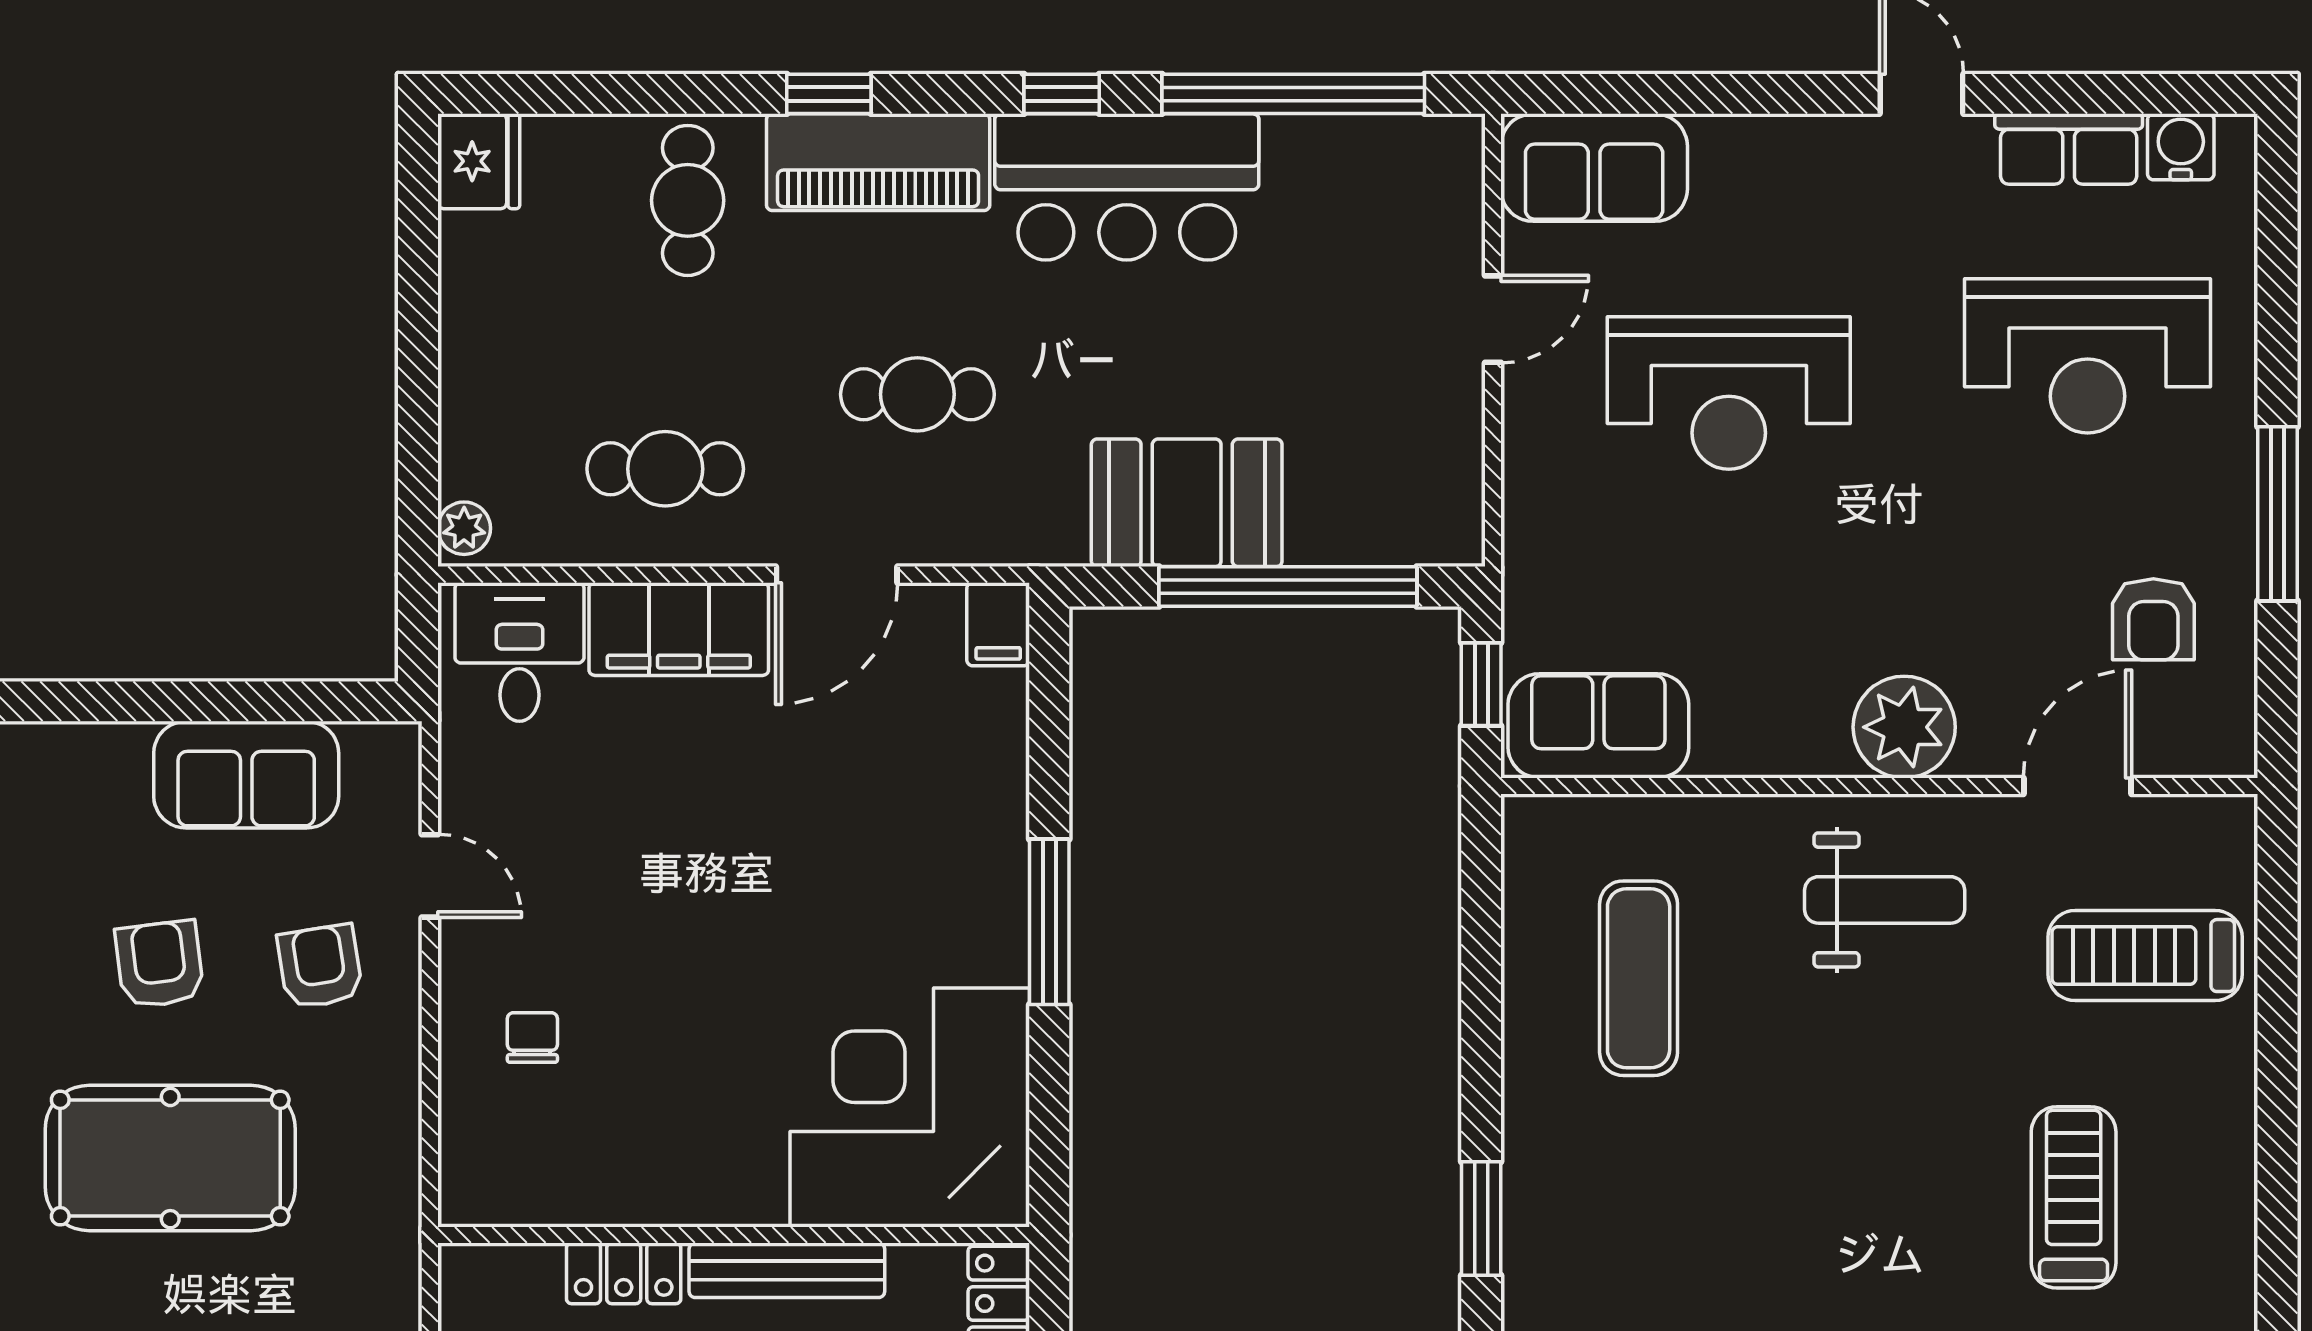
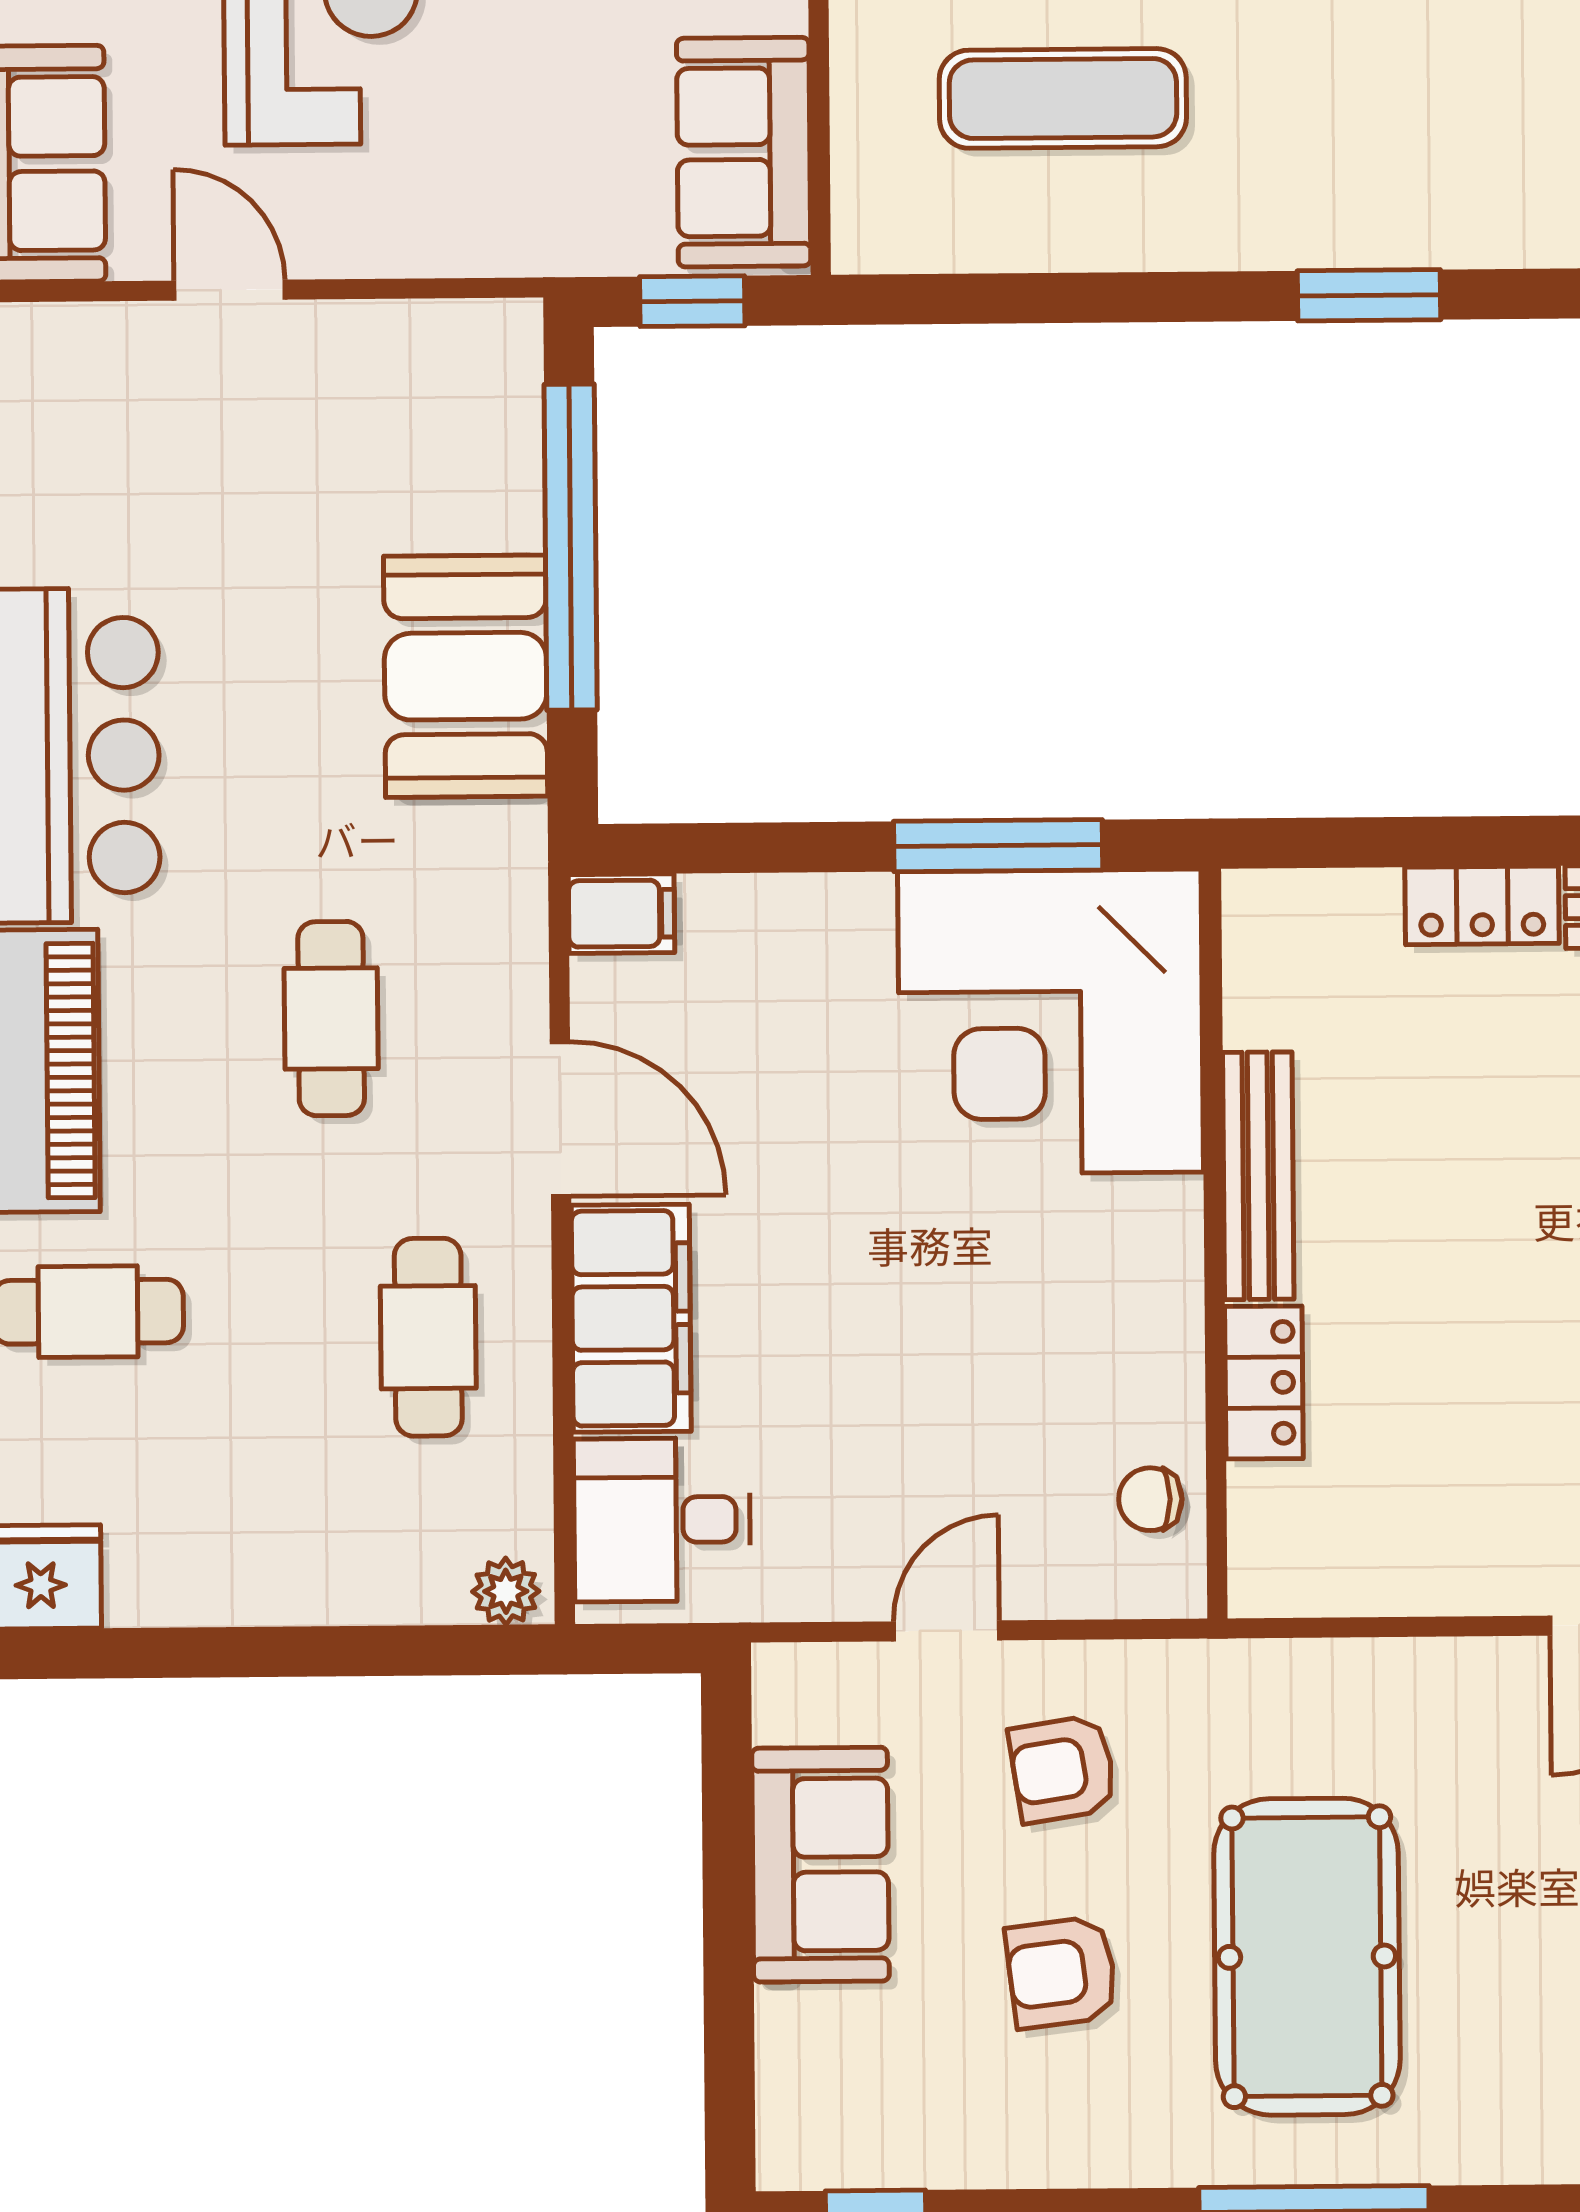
corner desk: (910, 1107) -> (1051, 1022), moved
wall: (734, 1235) -> (1214, 1244), moved
bench: (787, 1270) -> (1258, 1176), moved
locker: (624, 1273) -> (1264, 1383), moved

